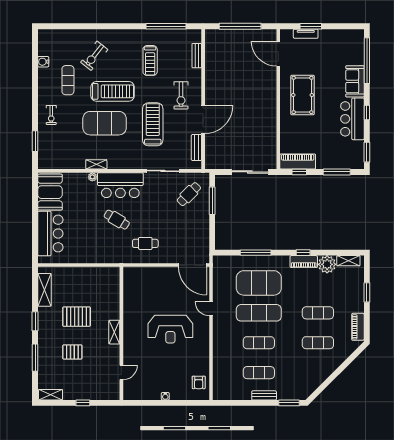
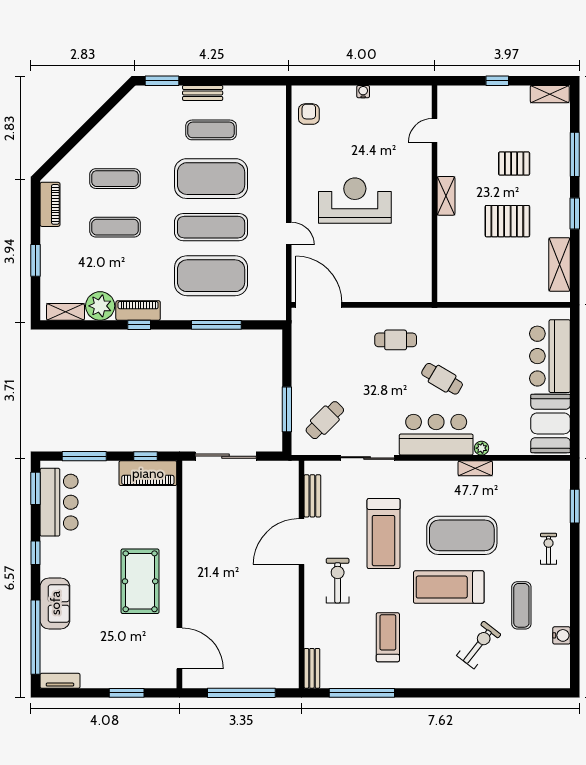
tv unit: (306, 34) -> (60, 681), moved
bench: (197, 56) -> (312, 668), moved
bar counter: (352, 119) -> (59, 502), moved
exercise mat: (259, 343) -> (211, 179), width x2.00, depth x1.45

